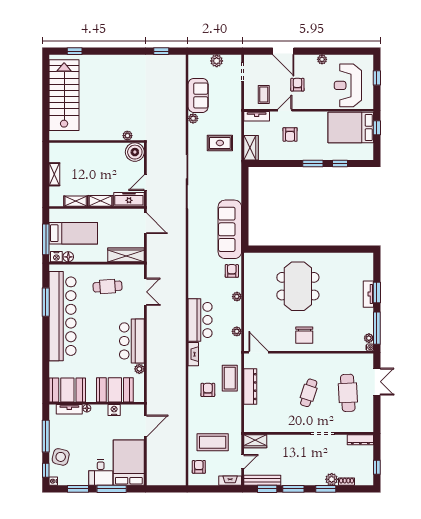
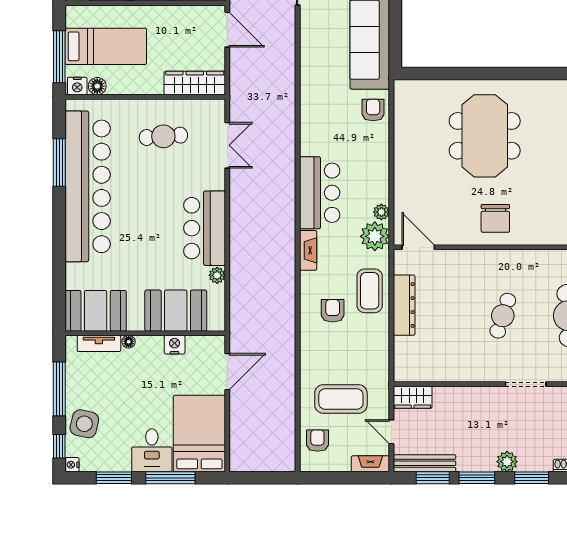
plant: (237, 297) -> (375, 236), moved, width x1.88, depth x1.88
door: (243, 462) -> (391, 432), swing flipped
plant: (332, 479) -> (507, 462), moved

